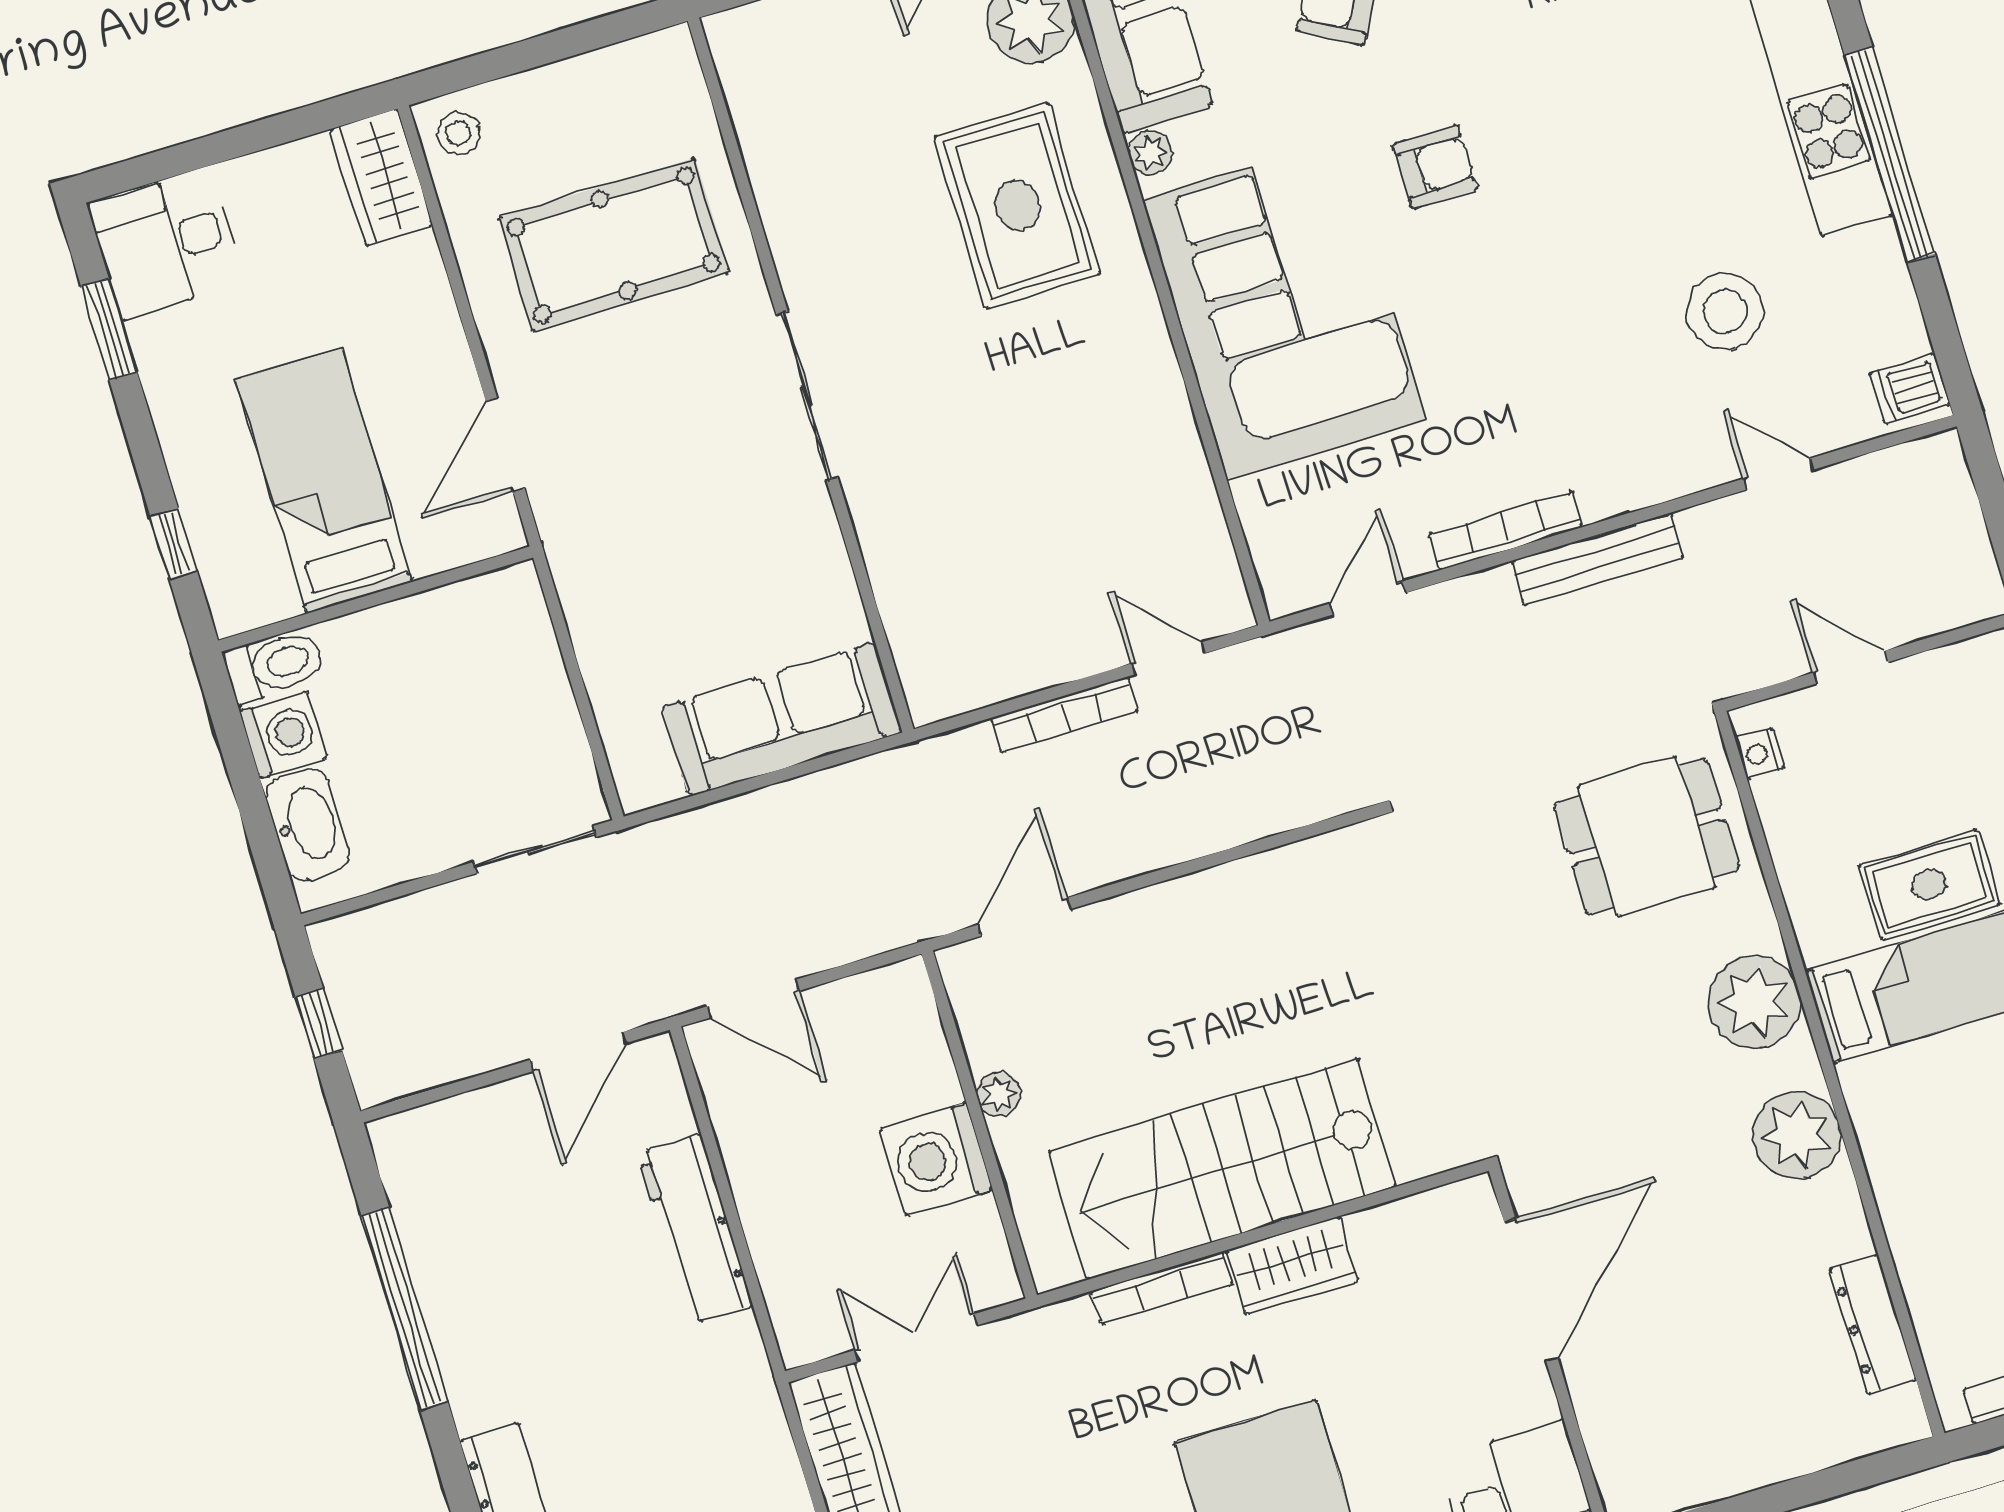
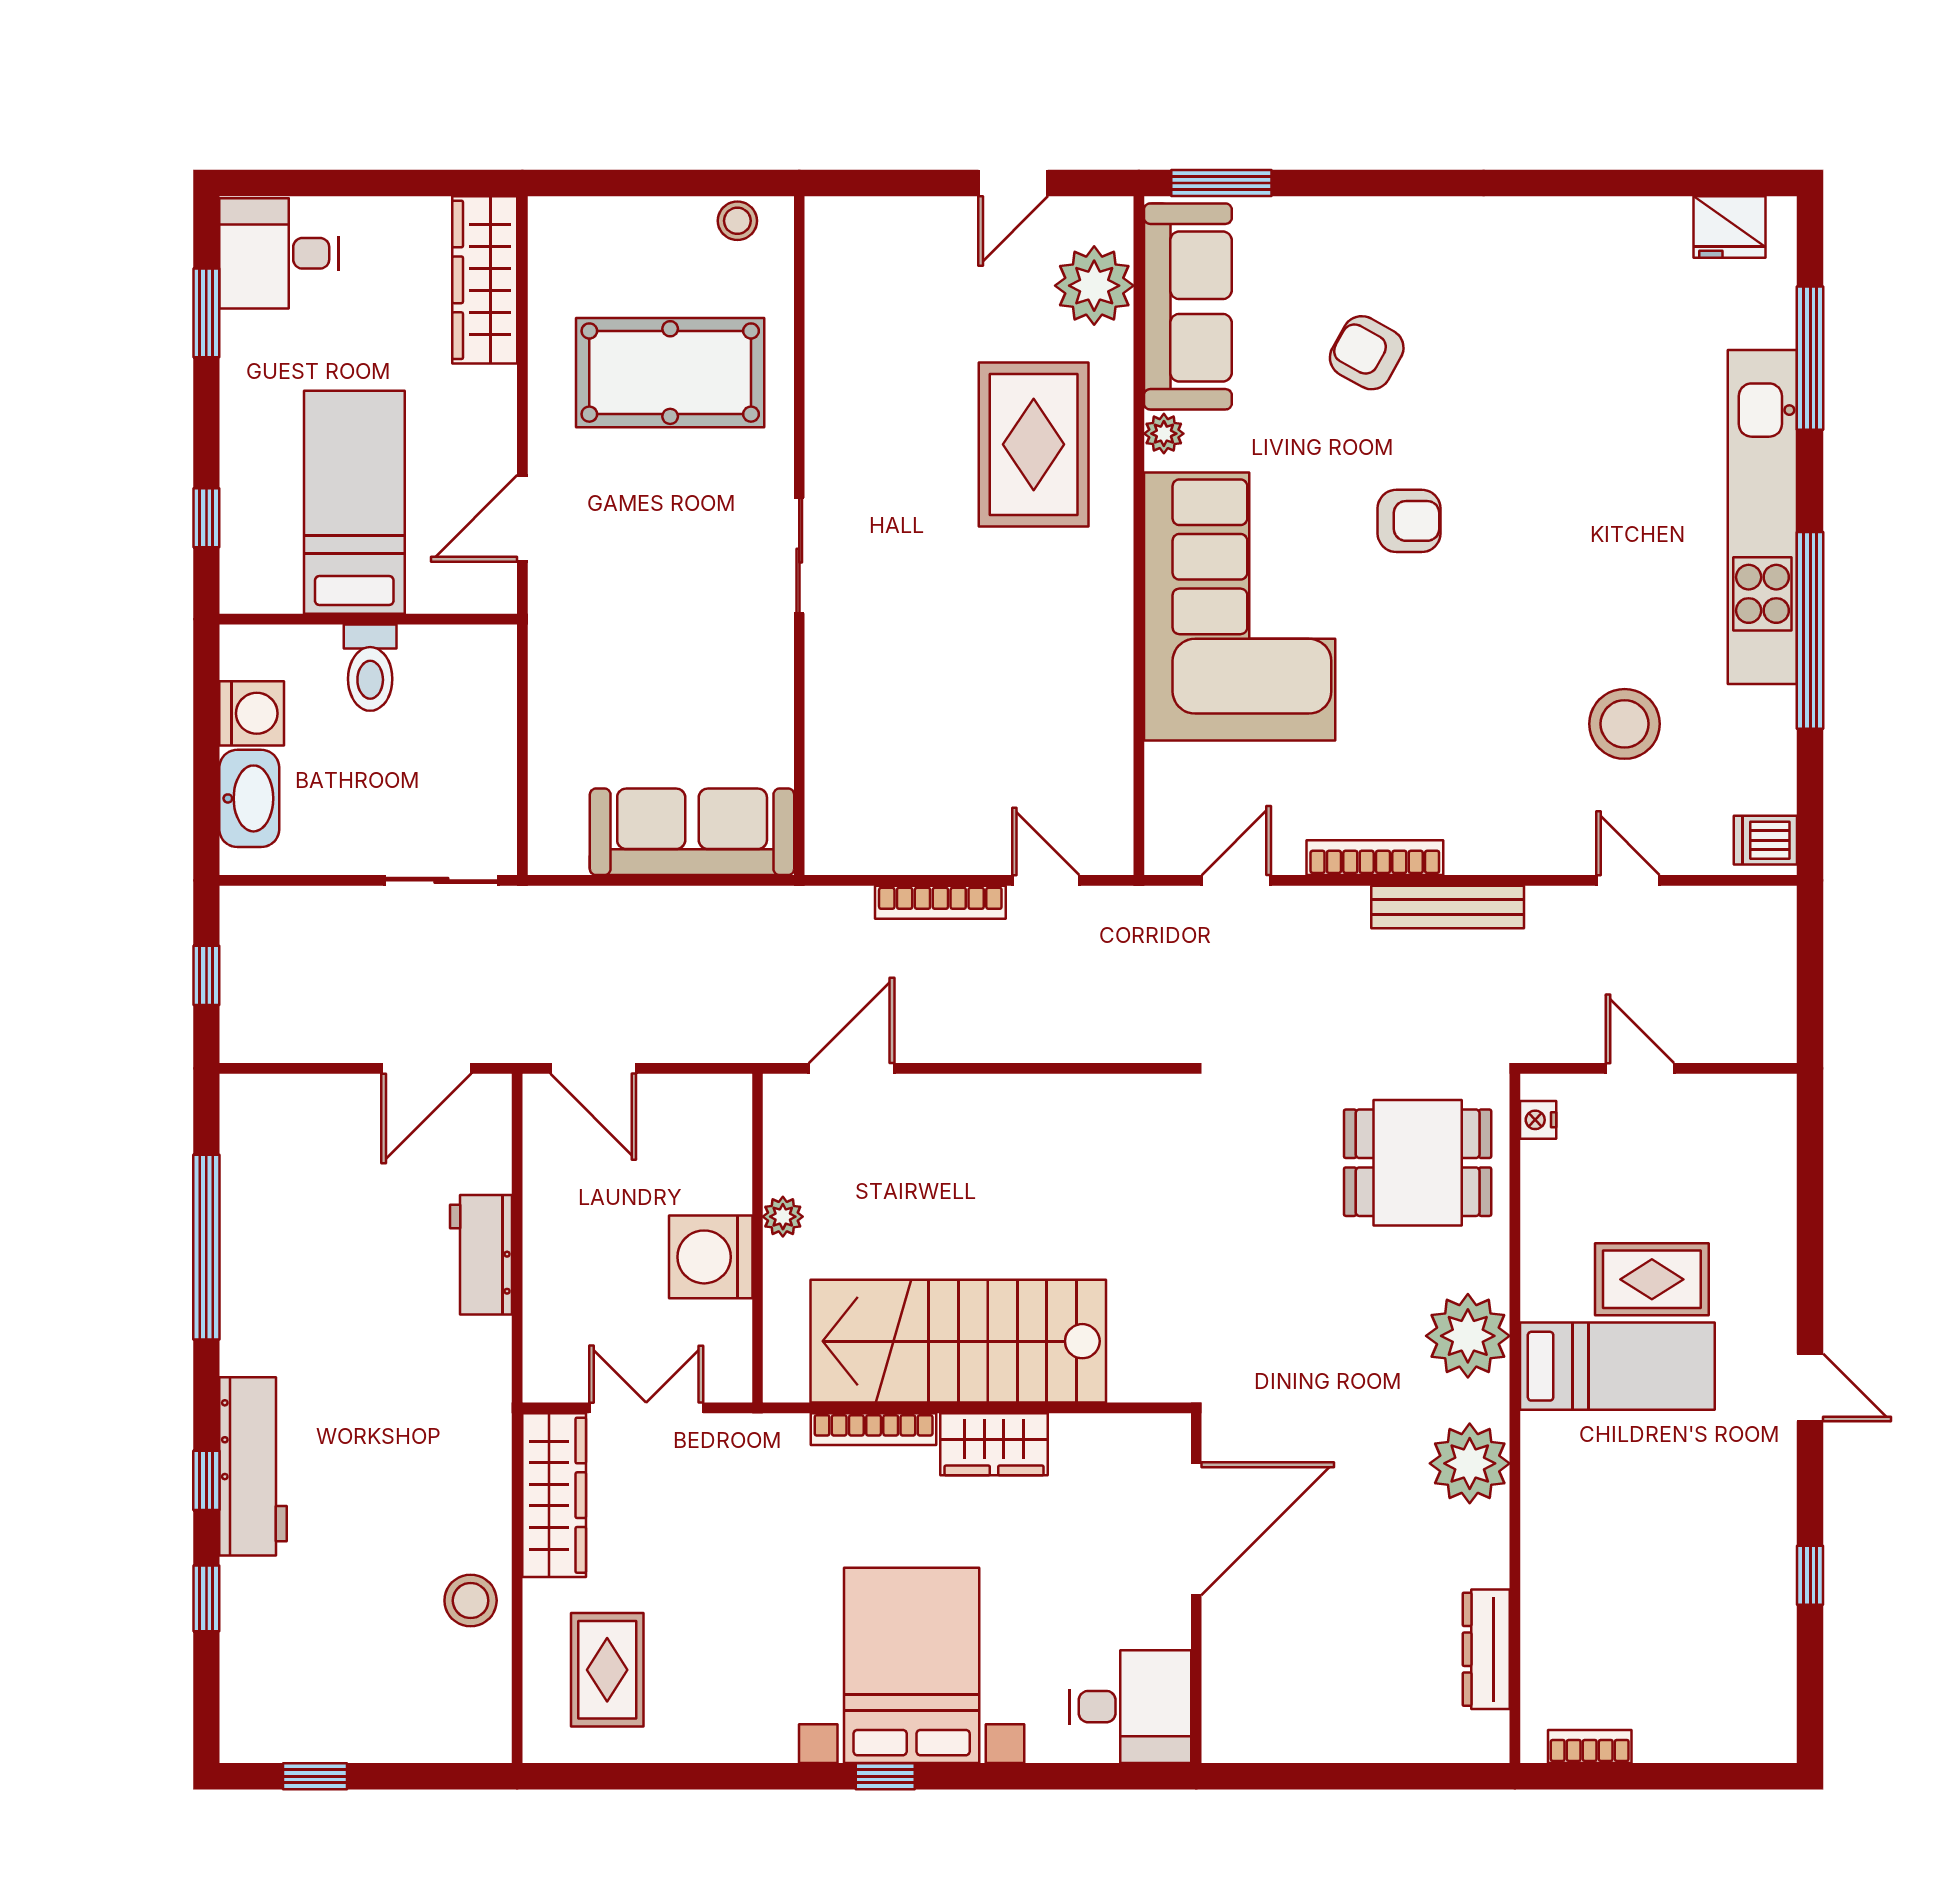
stool: (458, 133) -> (737, 221), moved
wardrobe: (381, 177) -> (485, 280), width x1.50
sliding door: (807, 396) -> (799, 556), width x0.73
toilet: (275, 665) -> (370, 668), moved, turned 90
workbench: (695, 1229) -> (481, 1255), width x0.73

